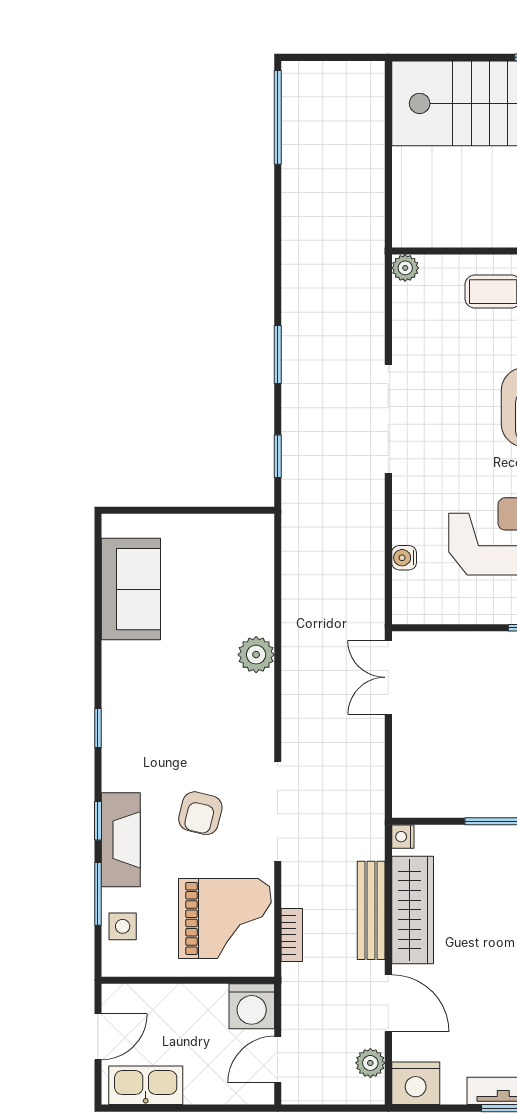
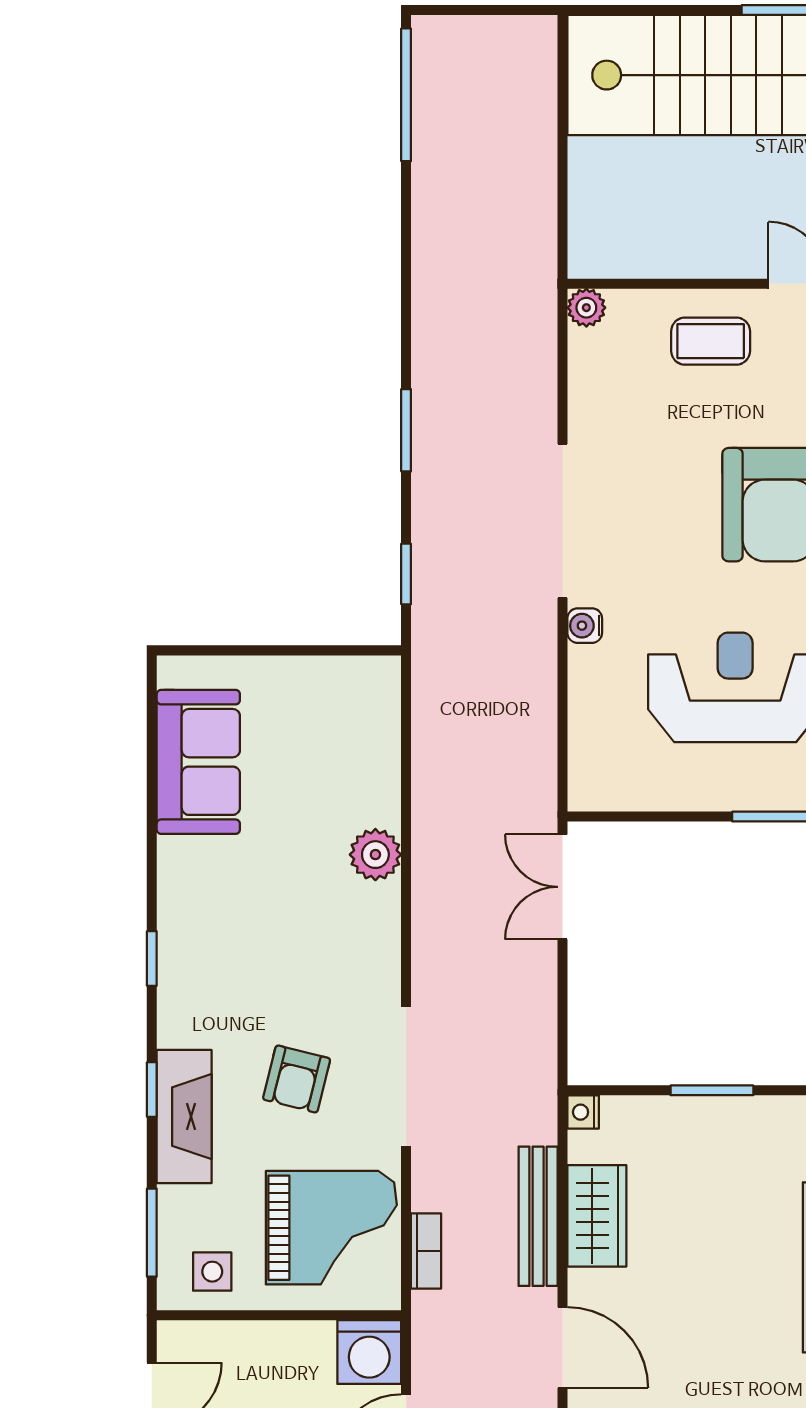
water cooler: (404, 558) -> (585, 626), moved
window: (98, 894) -> (152, 1233), moved
wardrobe: (413, 910) -> (597, 1216), width x0.67
side table: (123, 926) -> (212, 1272), moved

